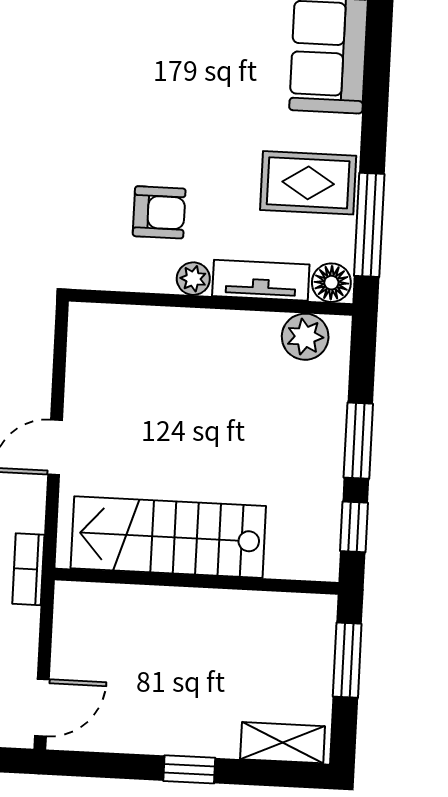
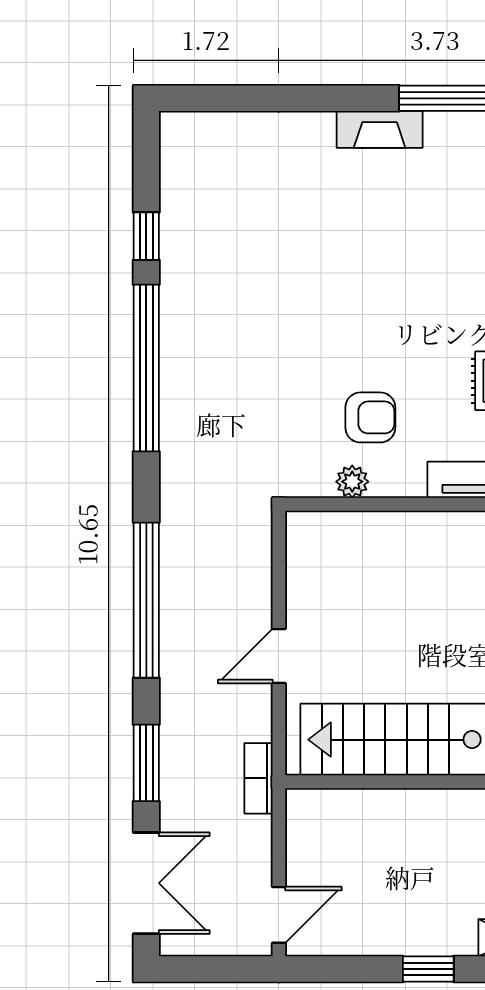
plant: (193, 279) -> (352, 482), moved

